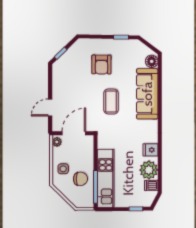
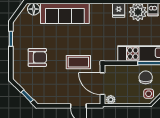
coffee table: (111, 101) -> (78, 62), moved
side table: (63, 169) -> (149, 94), moved

